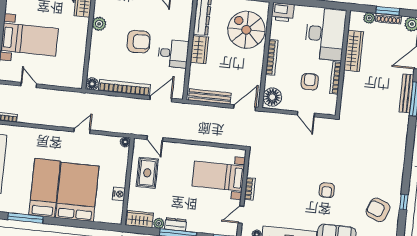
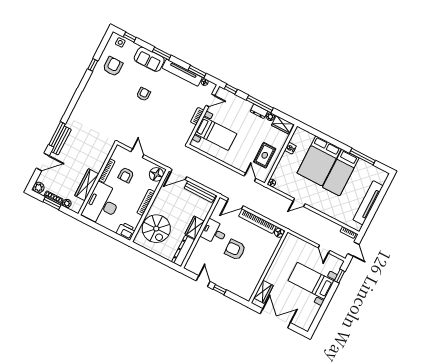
plant: (99, 24) -> (258, 273), removed
armchair: (378, 210) -> (113, 66), turned -111

